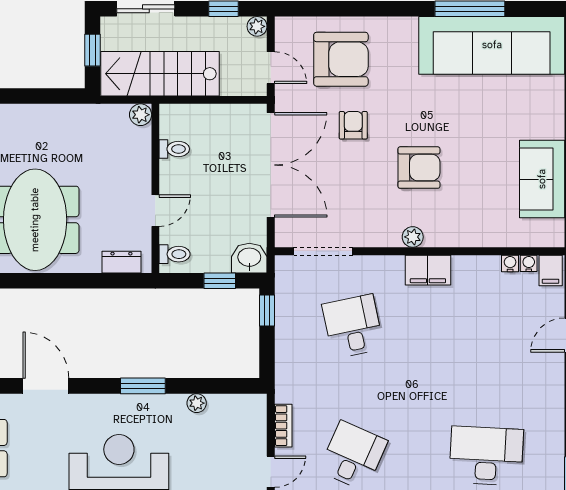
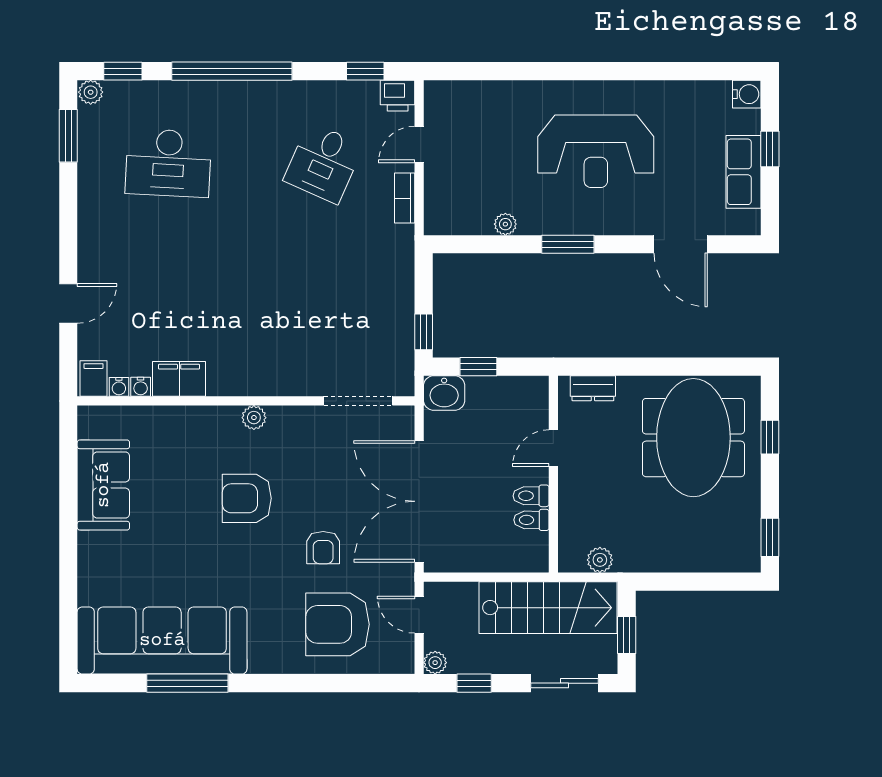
plant: (141, 115) -> (600, 560), moved
toilet: (175, 254) -> (531, 496), moved
filing cabinet: (428, 270) -> (179, 379), moved
desk: (353, 326) -> (323, 314), removed

